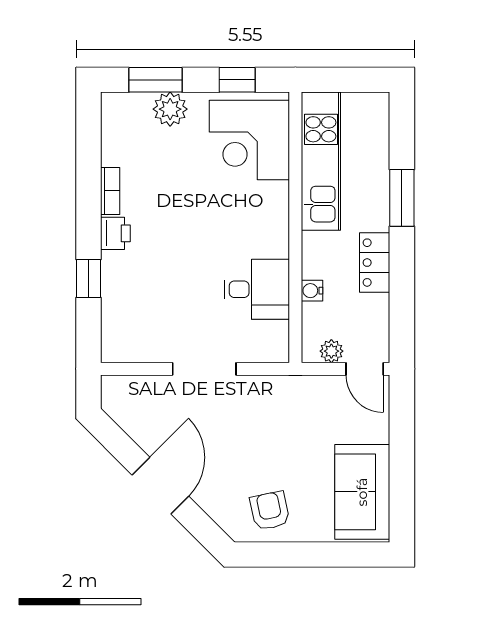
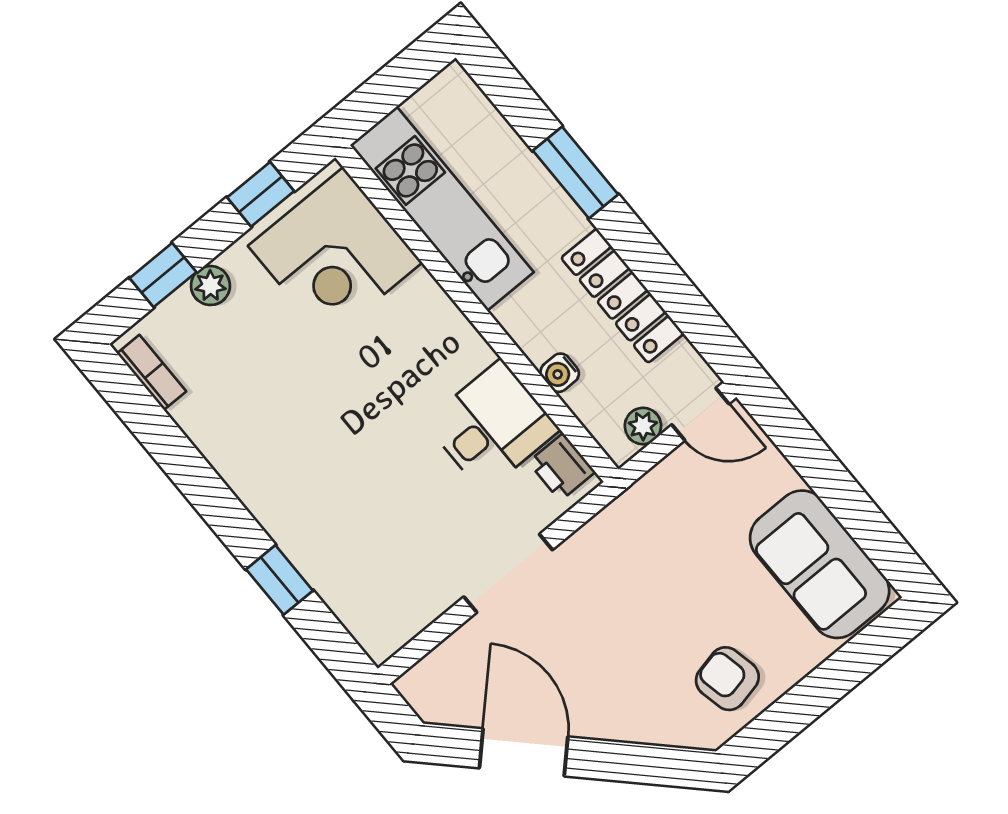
window: (156, 80) -> (163, 275), width x0.67
plant: (170, 109) -> (210, 286), width x0.73, depth x0.73
bookcase: (110, 191) -> (152, 372), moved
printer: (115, 233) -> (562, 467), moved, turned 180
locker: (375, 263) -> (622, 296), width x1.53
door: (160, 486) -> (524, 752), moved

